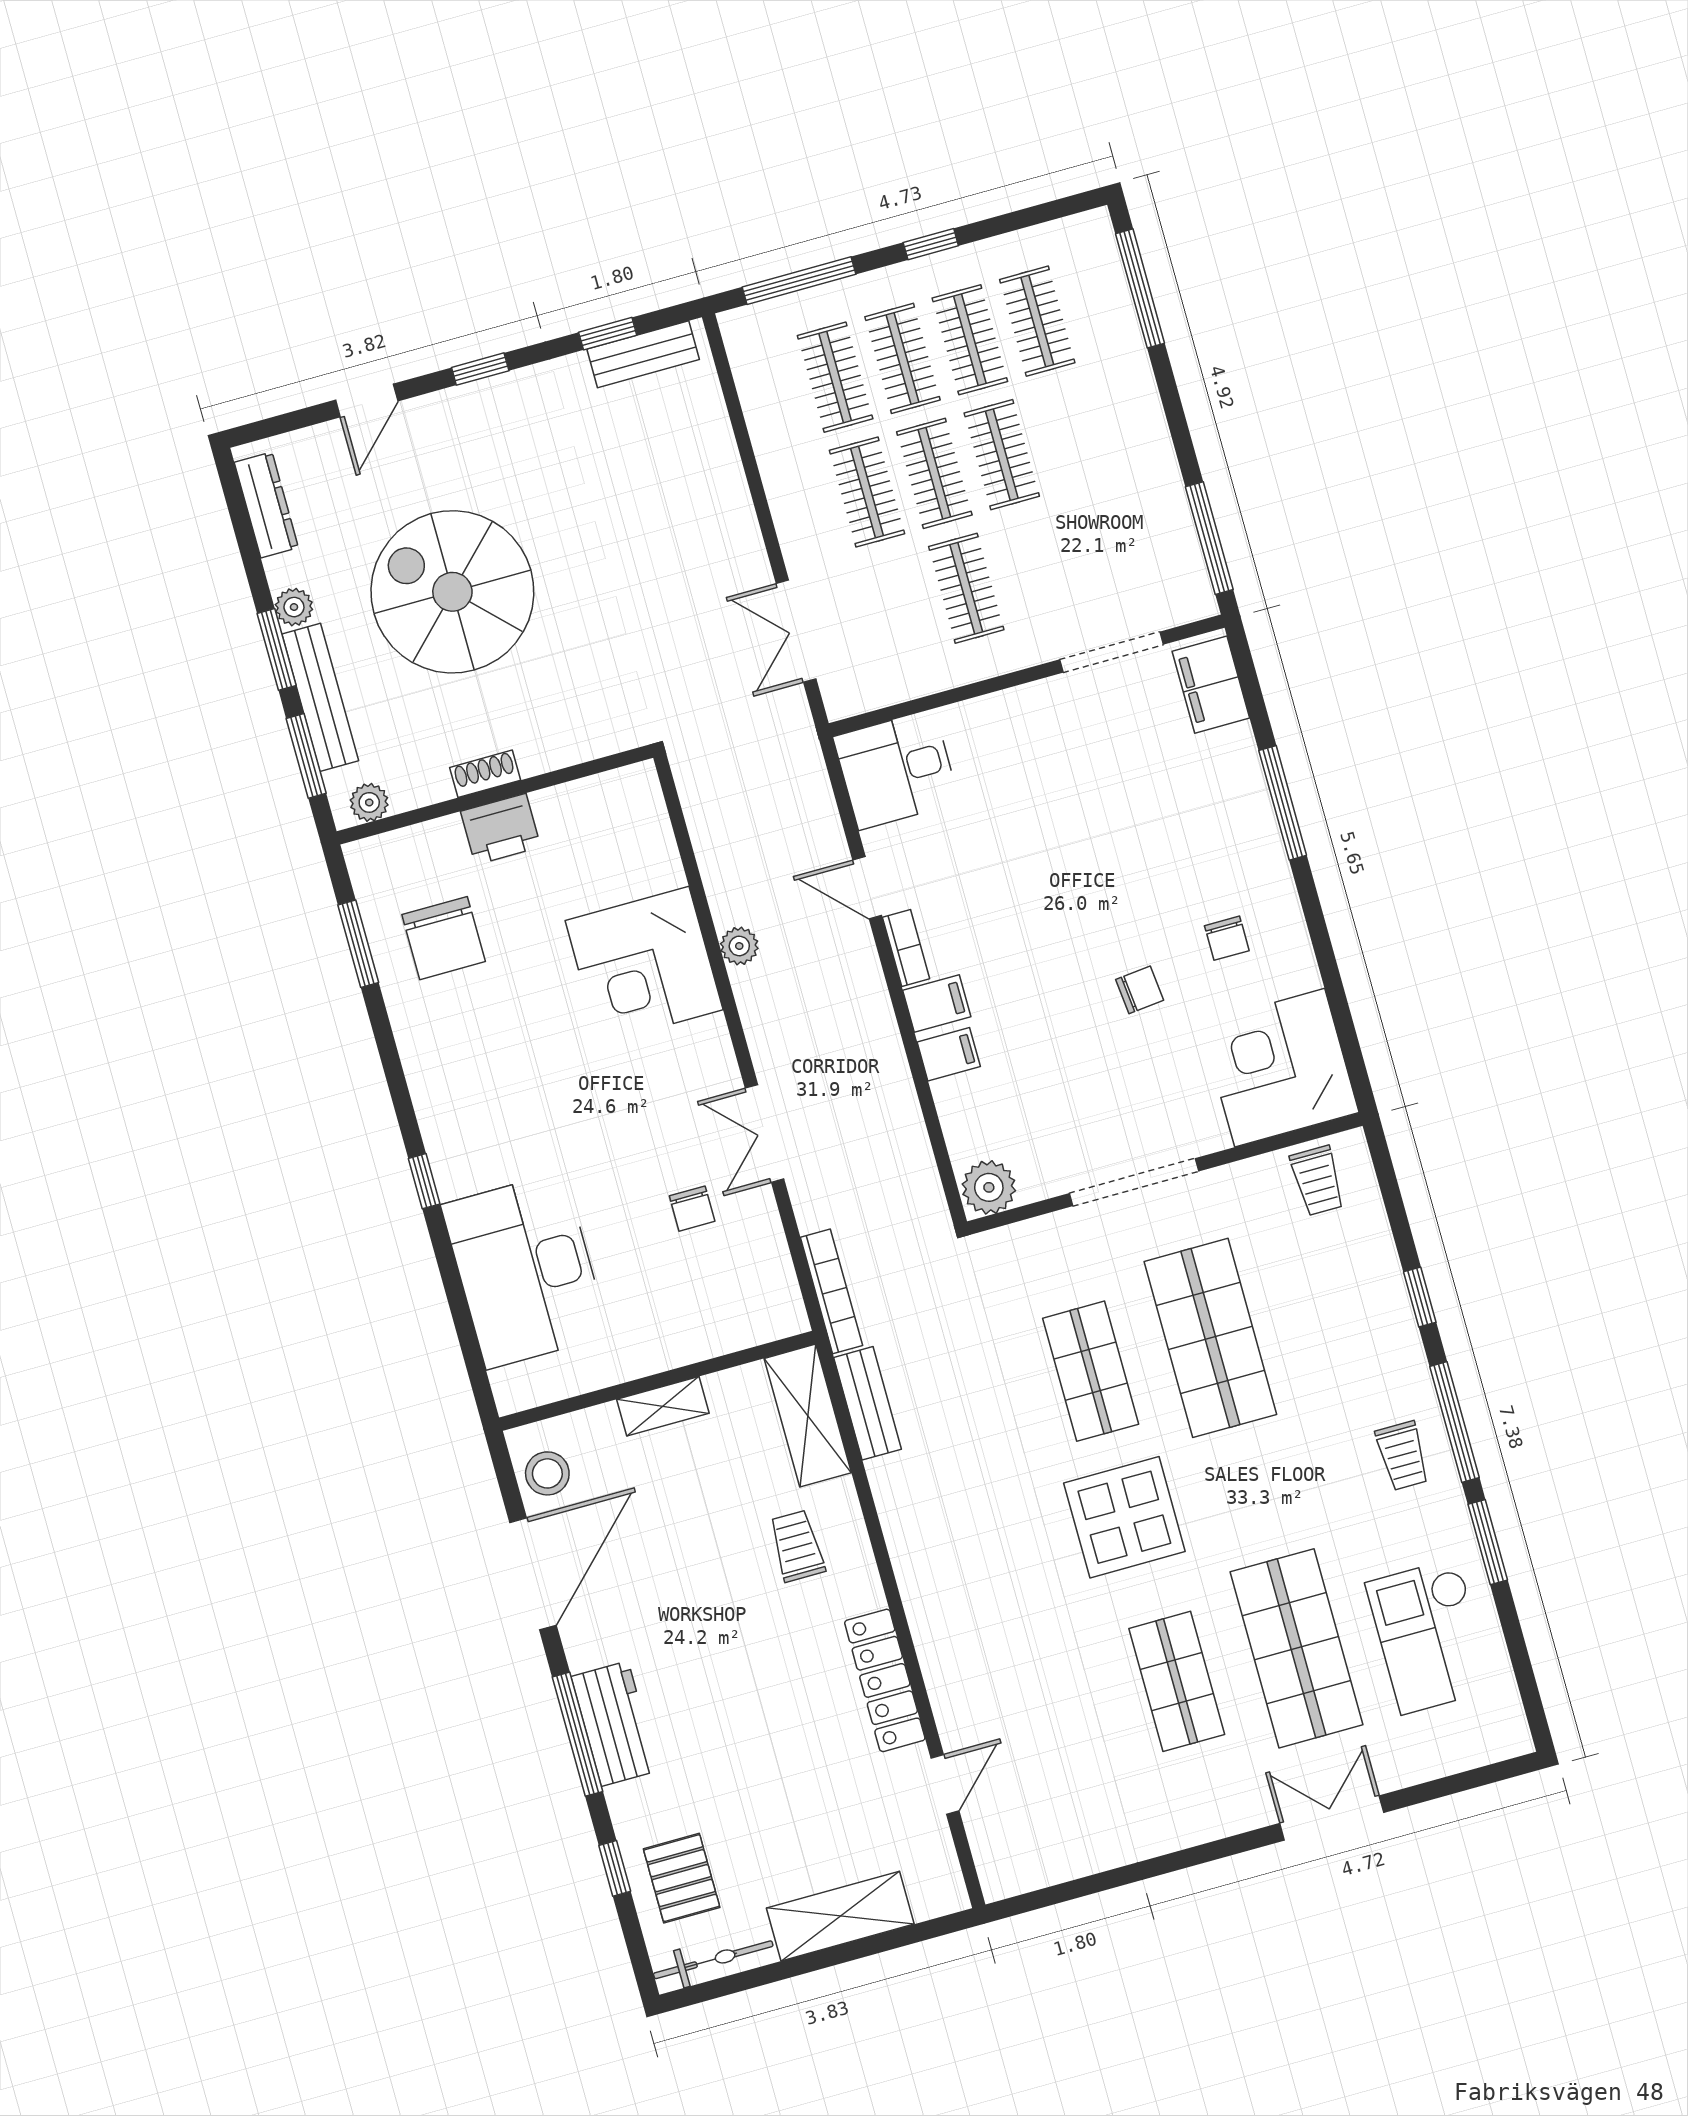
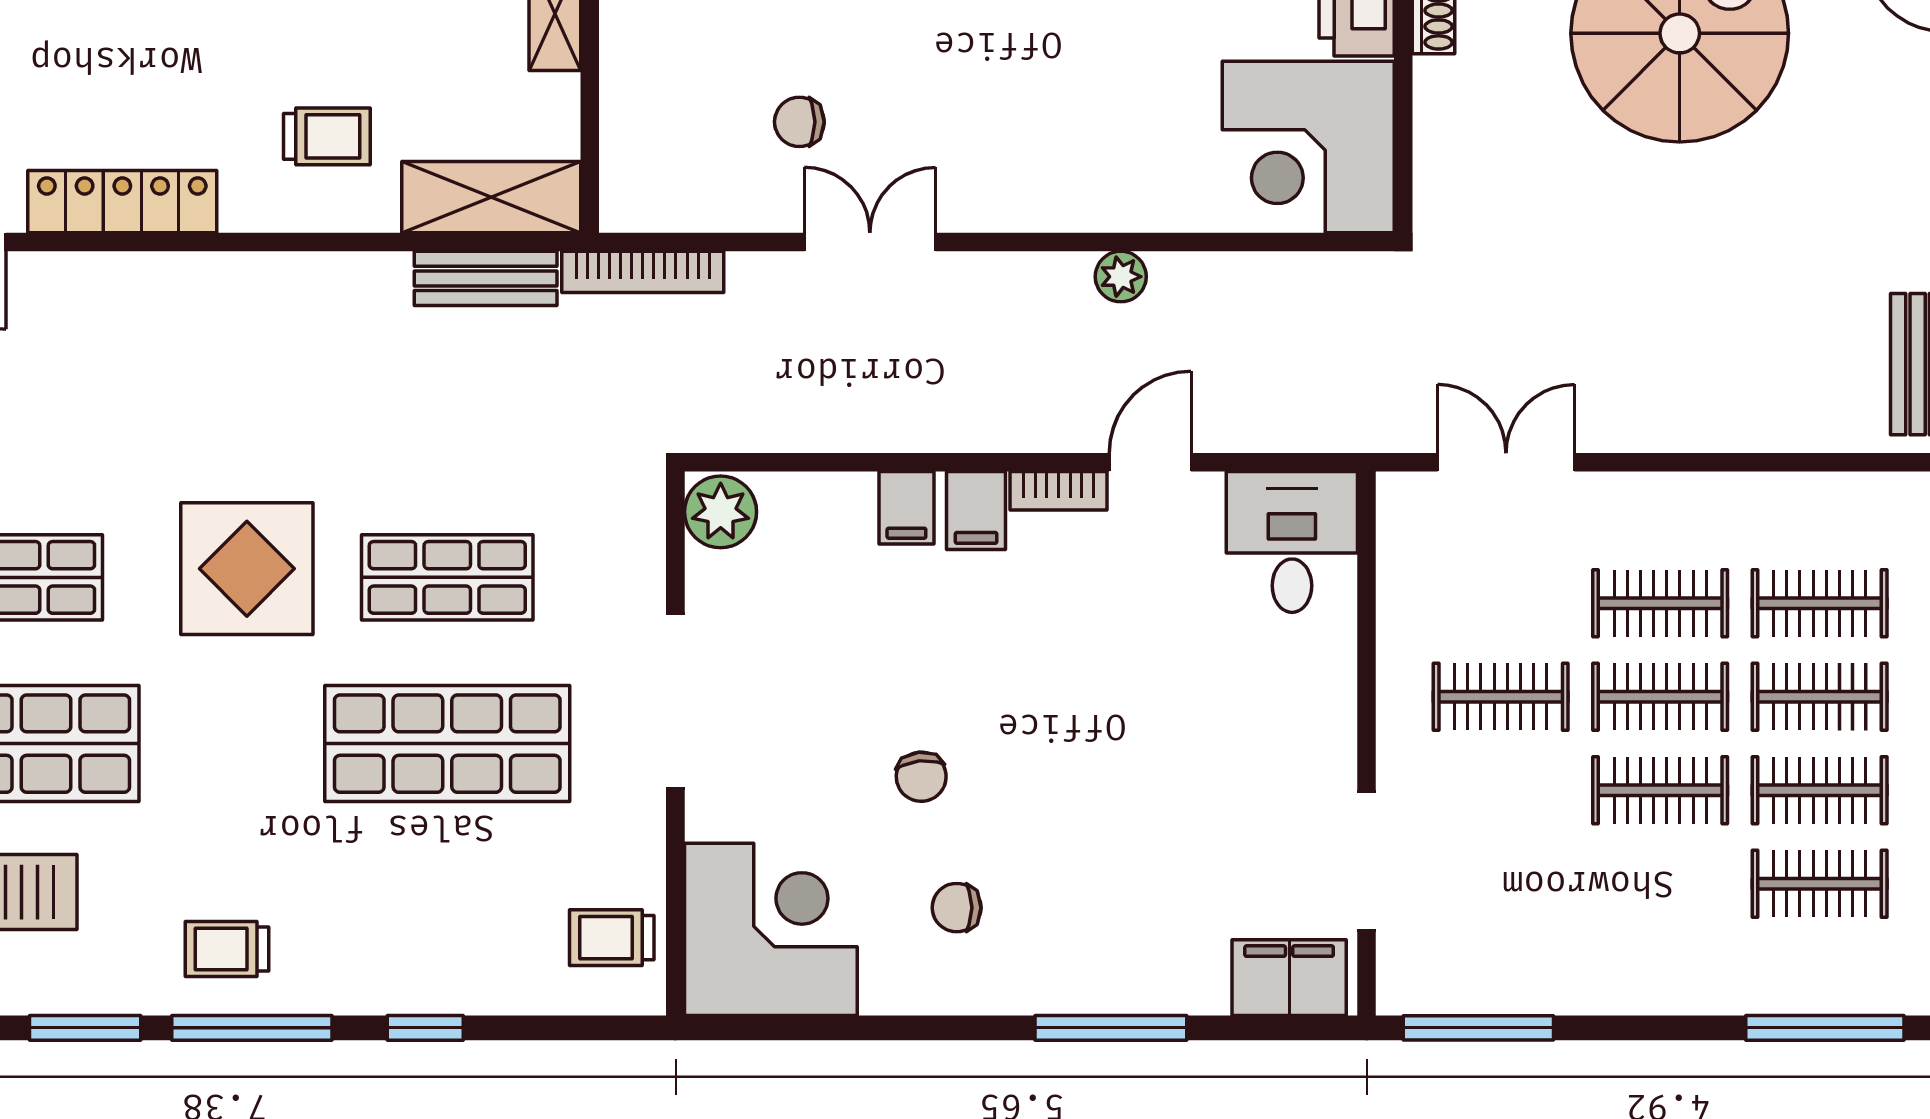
corner desk: (644, 965) -> (1308, 147), moved, turned -90

